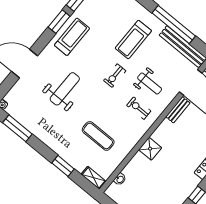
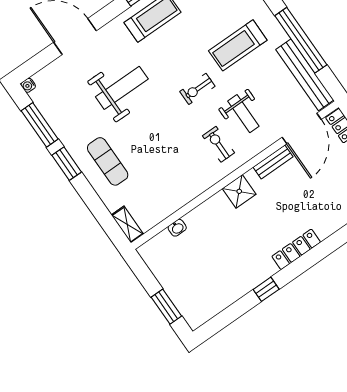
exercise mat: (98, 136) -> (108, 161), moved
shower: (150, 149) -> (239, 191), moved
window: (63, 166) -> (67, 164), moved
washbasin: (120, 179) -> (177, 228), moved

